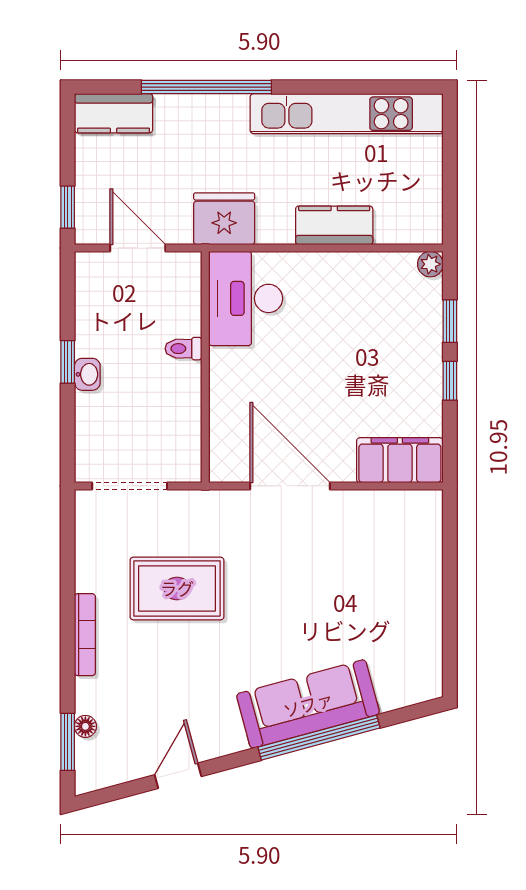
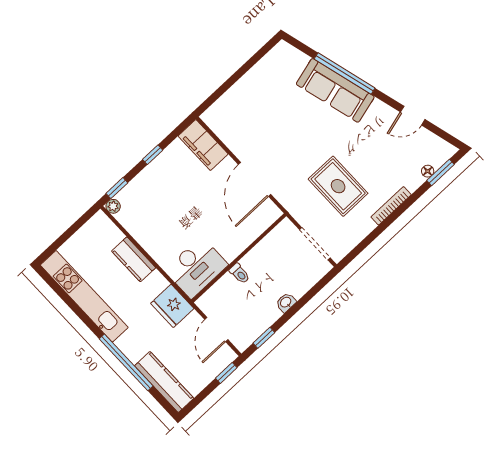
kitchen counter: (114, 113) -> (164, 382), width x1.50
window: (450, 321) -> (117, 188), moved
window: (68, 362) -> (264, 338), moved

